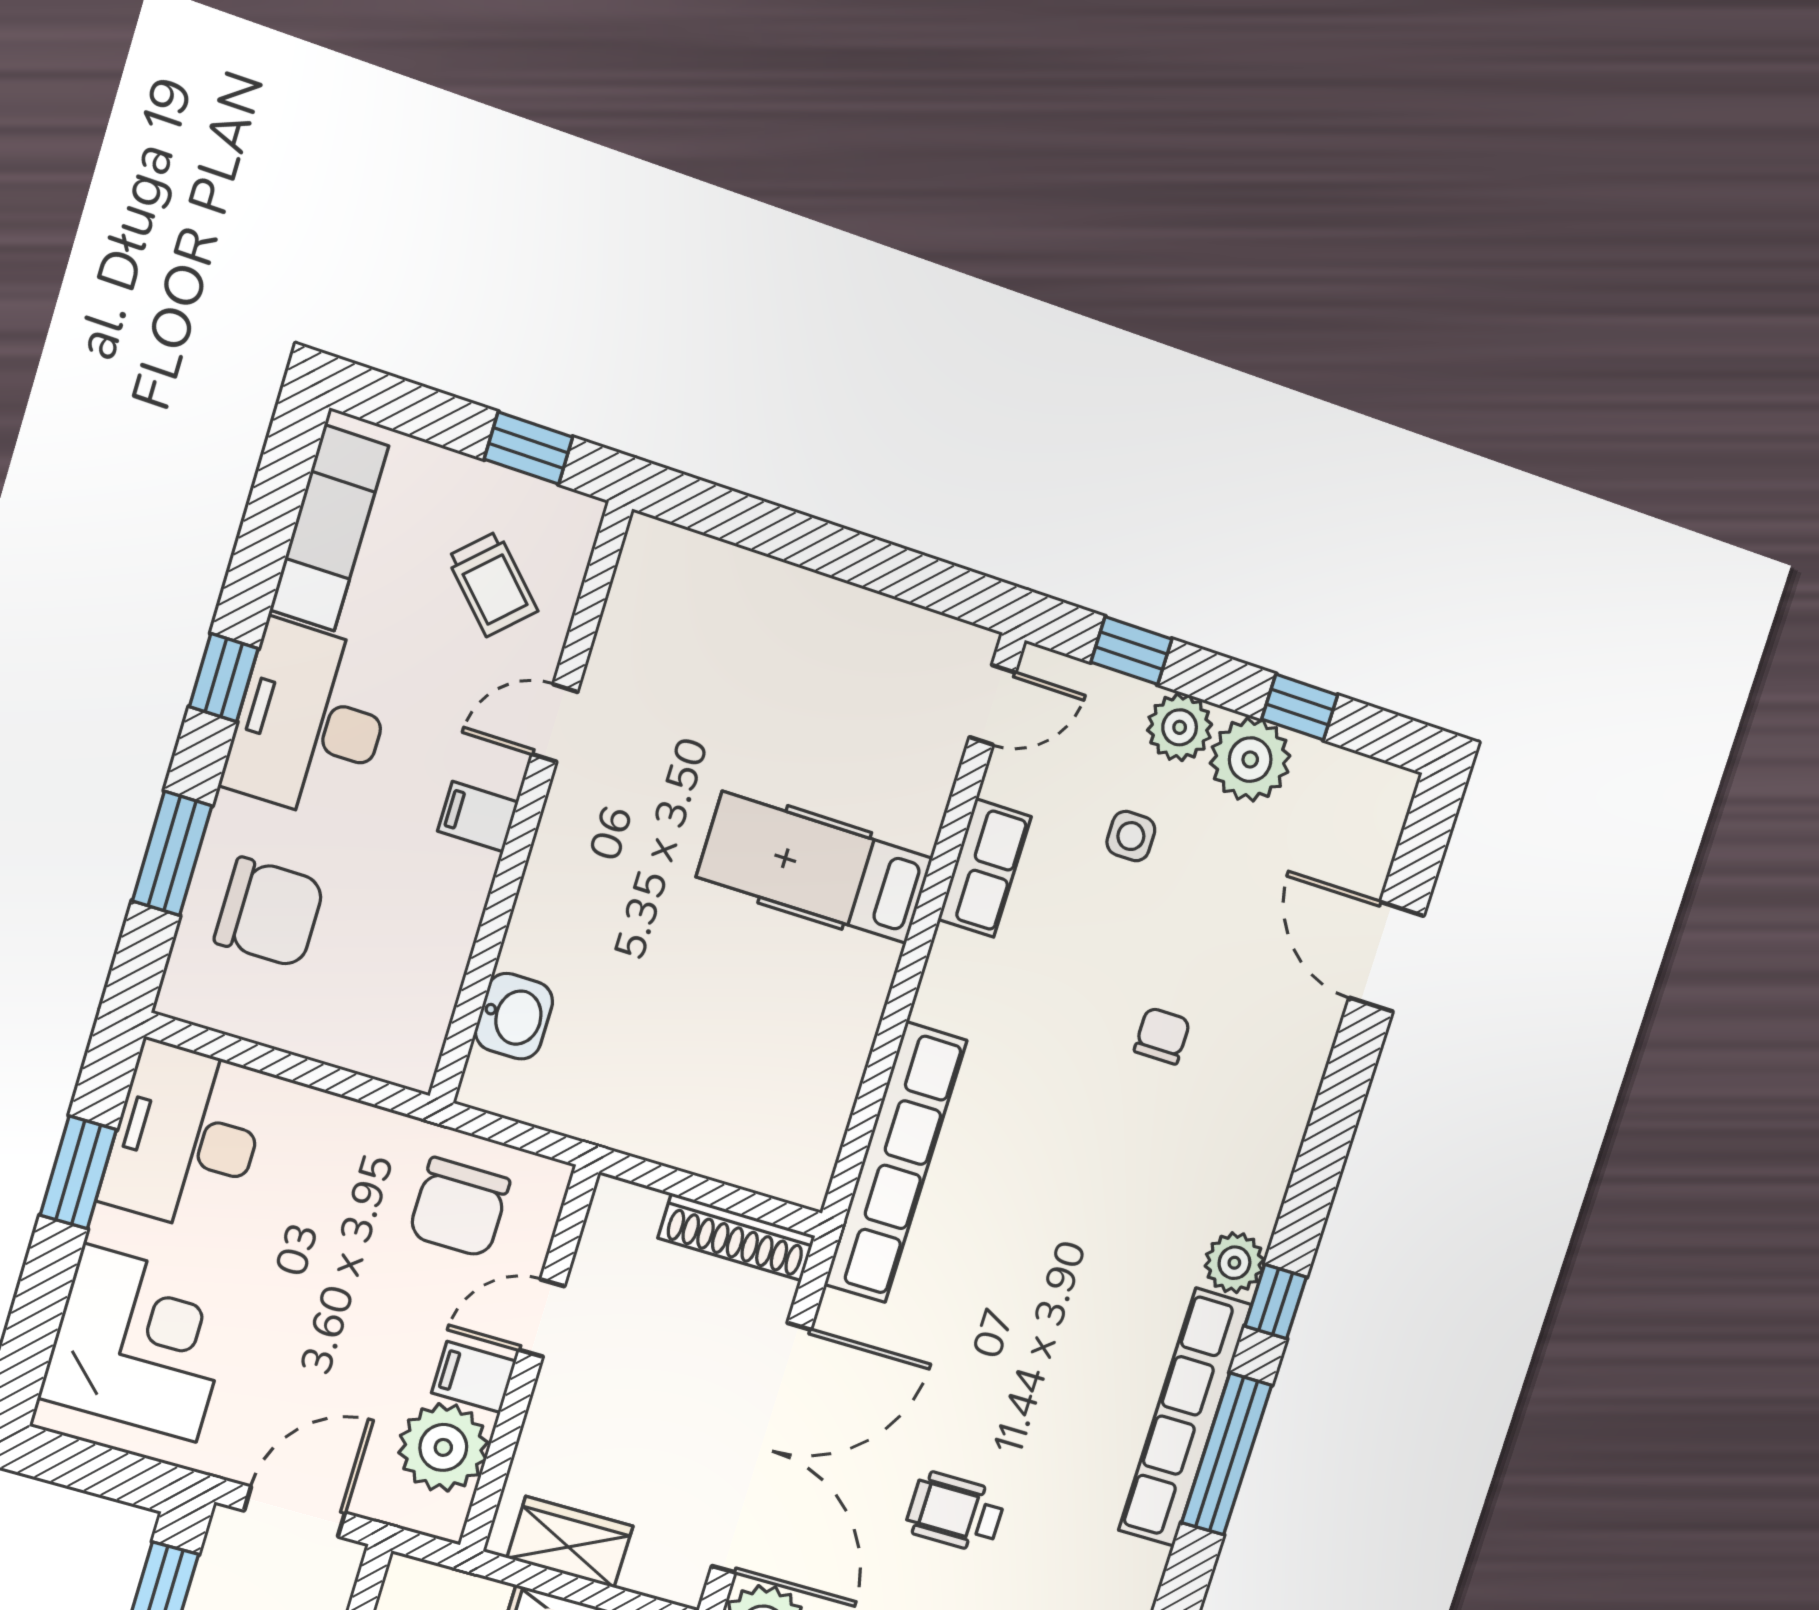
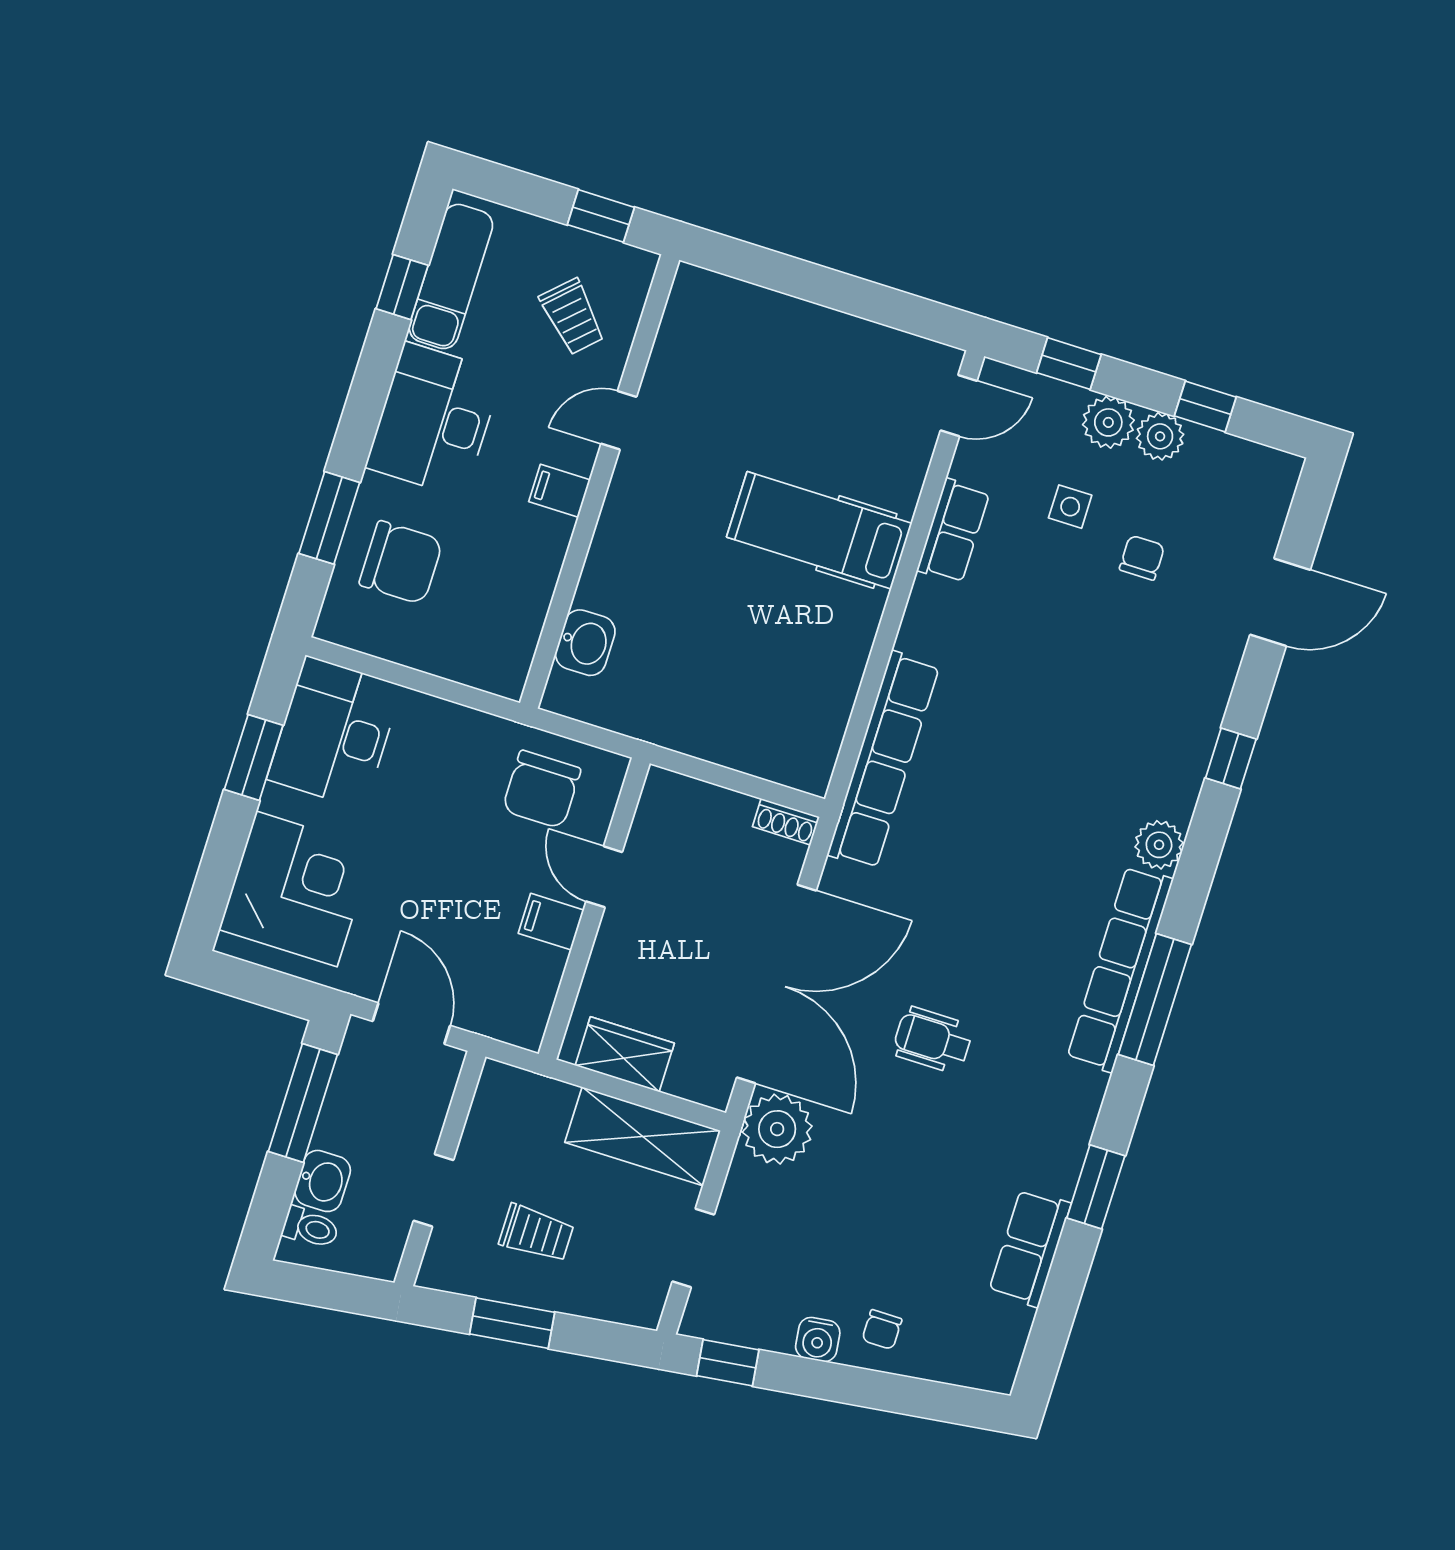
window: (224, 678) -> (402, 287), moved
plant: (1250, 760) -> (1160, 436), width x0.73, depth x0.73
door: (1387, 957) -> (1280, 602), swing flipped
chair: (1162, 1036) -> (1142, 558), moved
shoe rack: (737, 1237) -> (786, 822), width x0.51, depth x0.81
window: (1276, 1302) -> (1231, 759), moved
door: (542, 1318) -> (604, 877), hinge flipped
plant: (443, 1447) -> (527, 976), removed
door: (295, 1512) -> (411, 1023), hinge flipped

